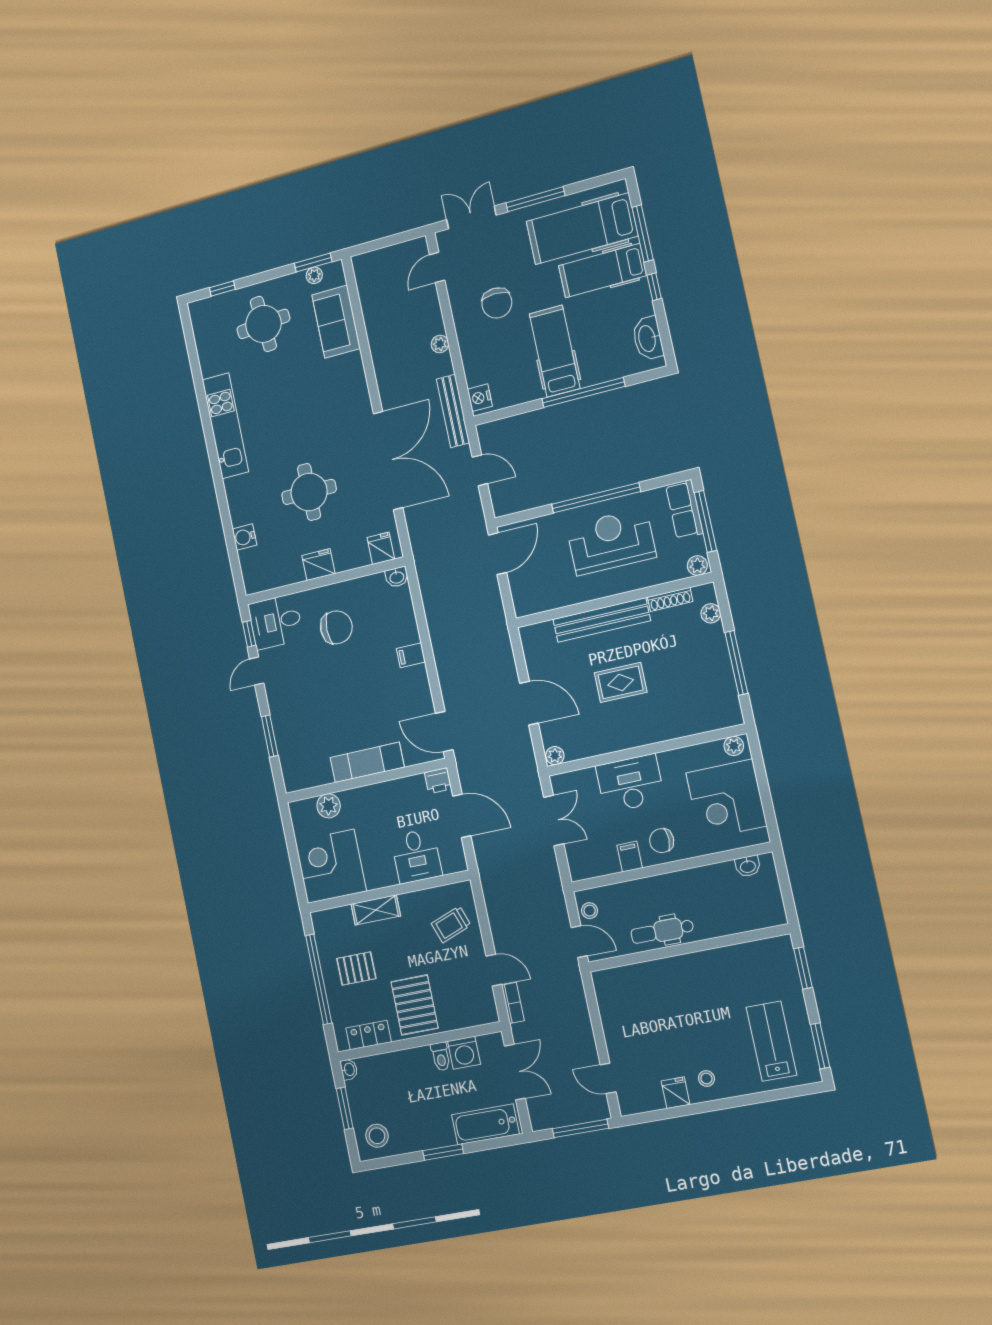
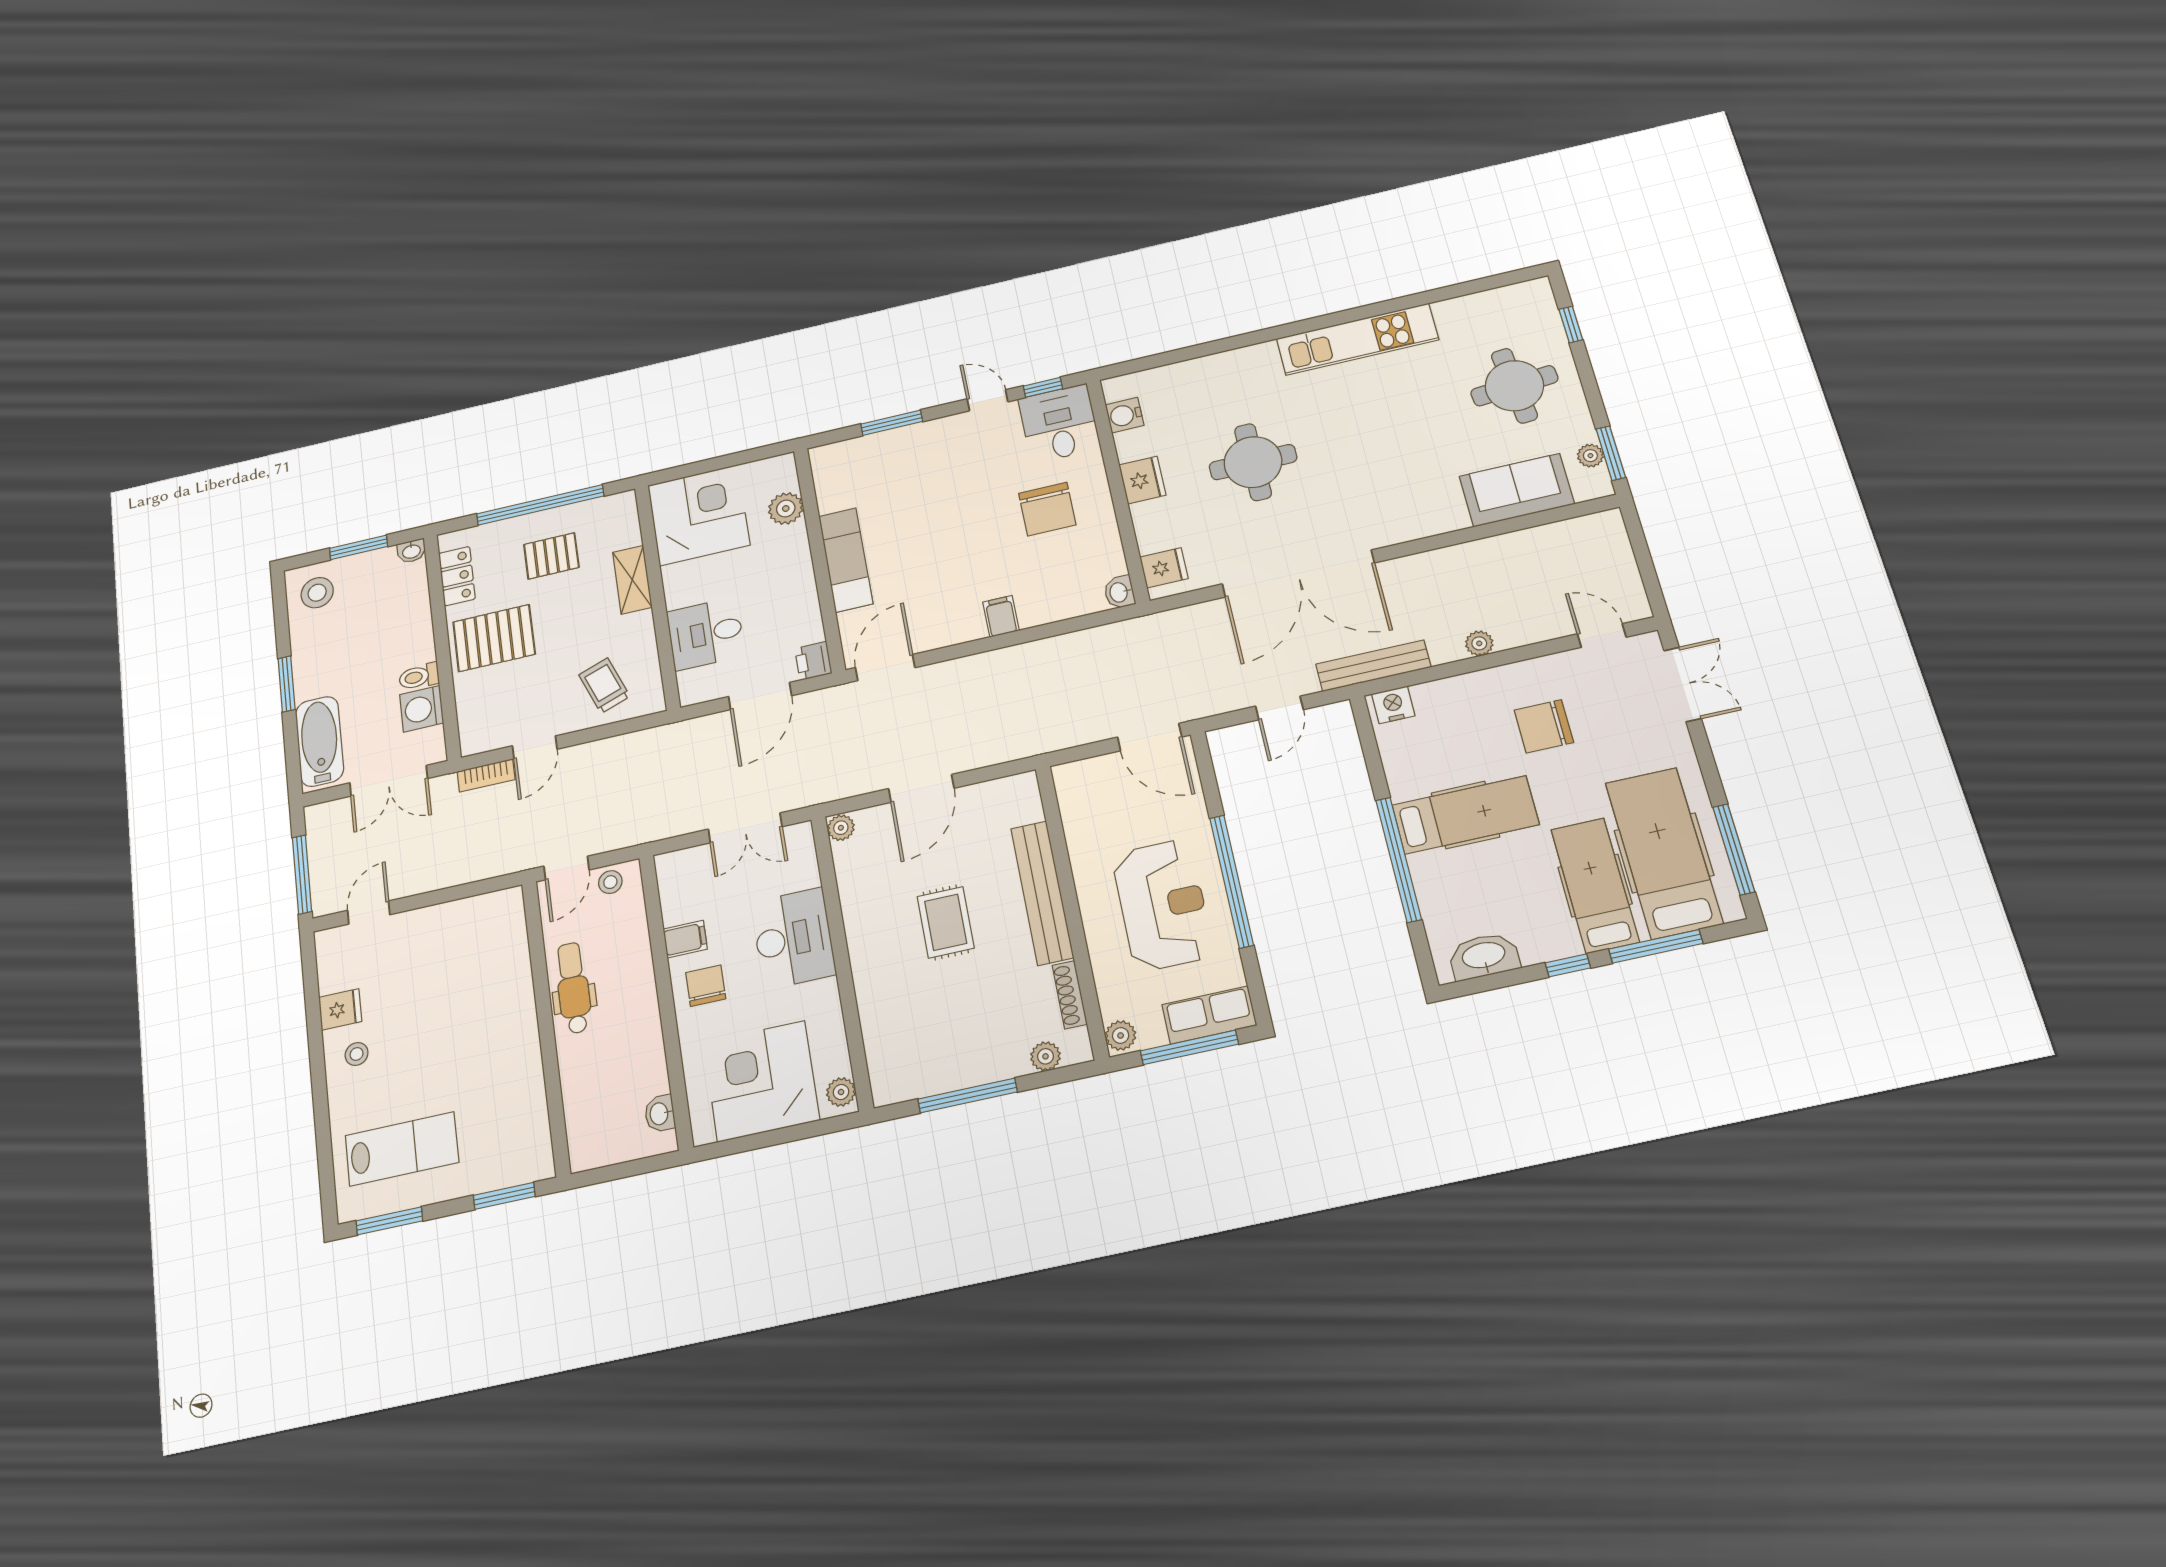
window: (535, 199) -> (1734, 849), moved
water cooler: (245, 537) -> (1125, 415), moved, turned -90
pallet: (356, 969) -> (551, 556), turned 90

